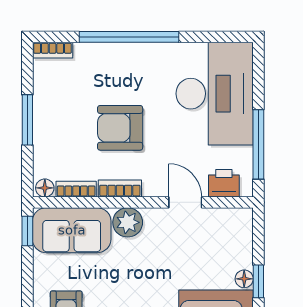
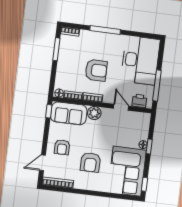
window: (129, 37) -> (105, 30), width x0.68
window: (27, 120) -> (56, 49), moved
armchair: (120, 128) -> (96, 70), turned 180

